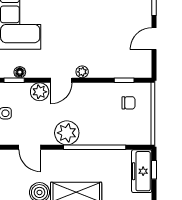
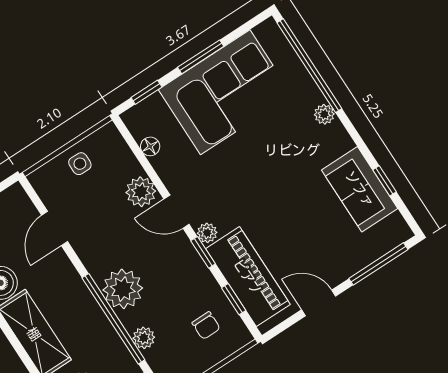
piano: (118, 66) -> (248, 277), added
window: (14, 80) -> (203, 252), moved
plant: (67, 133) -> (123, 289), moved
plant: (114, 138) -> (144, 338), added

